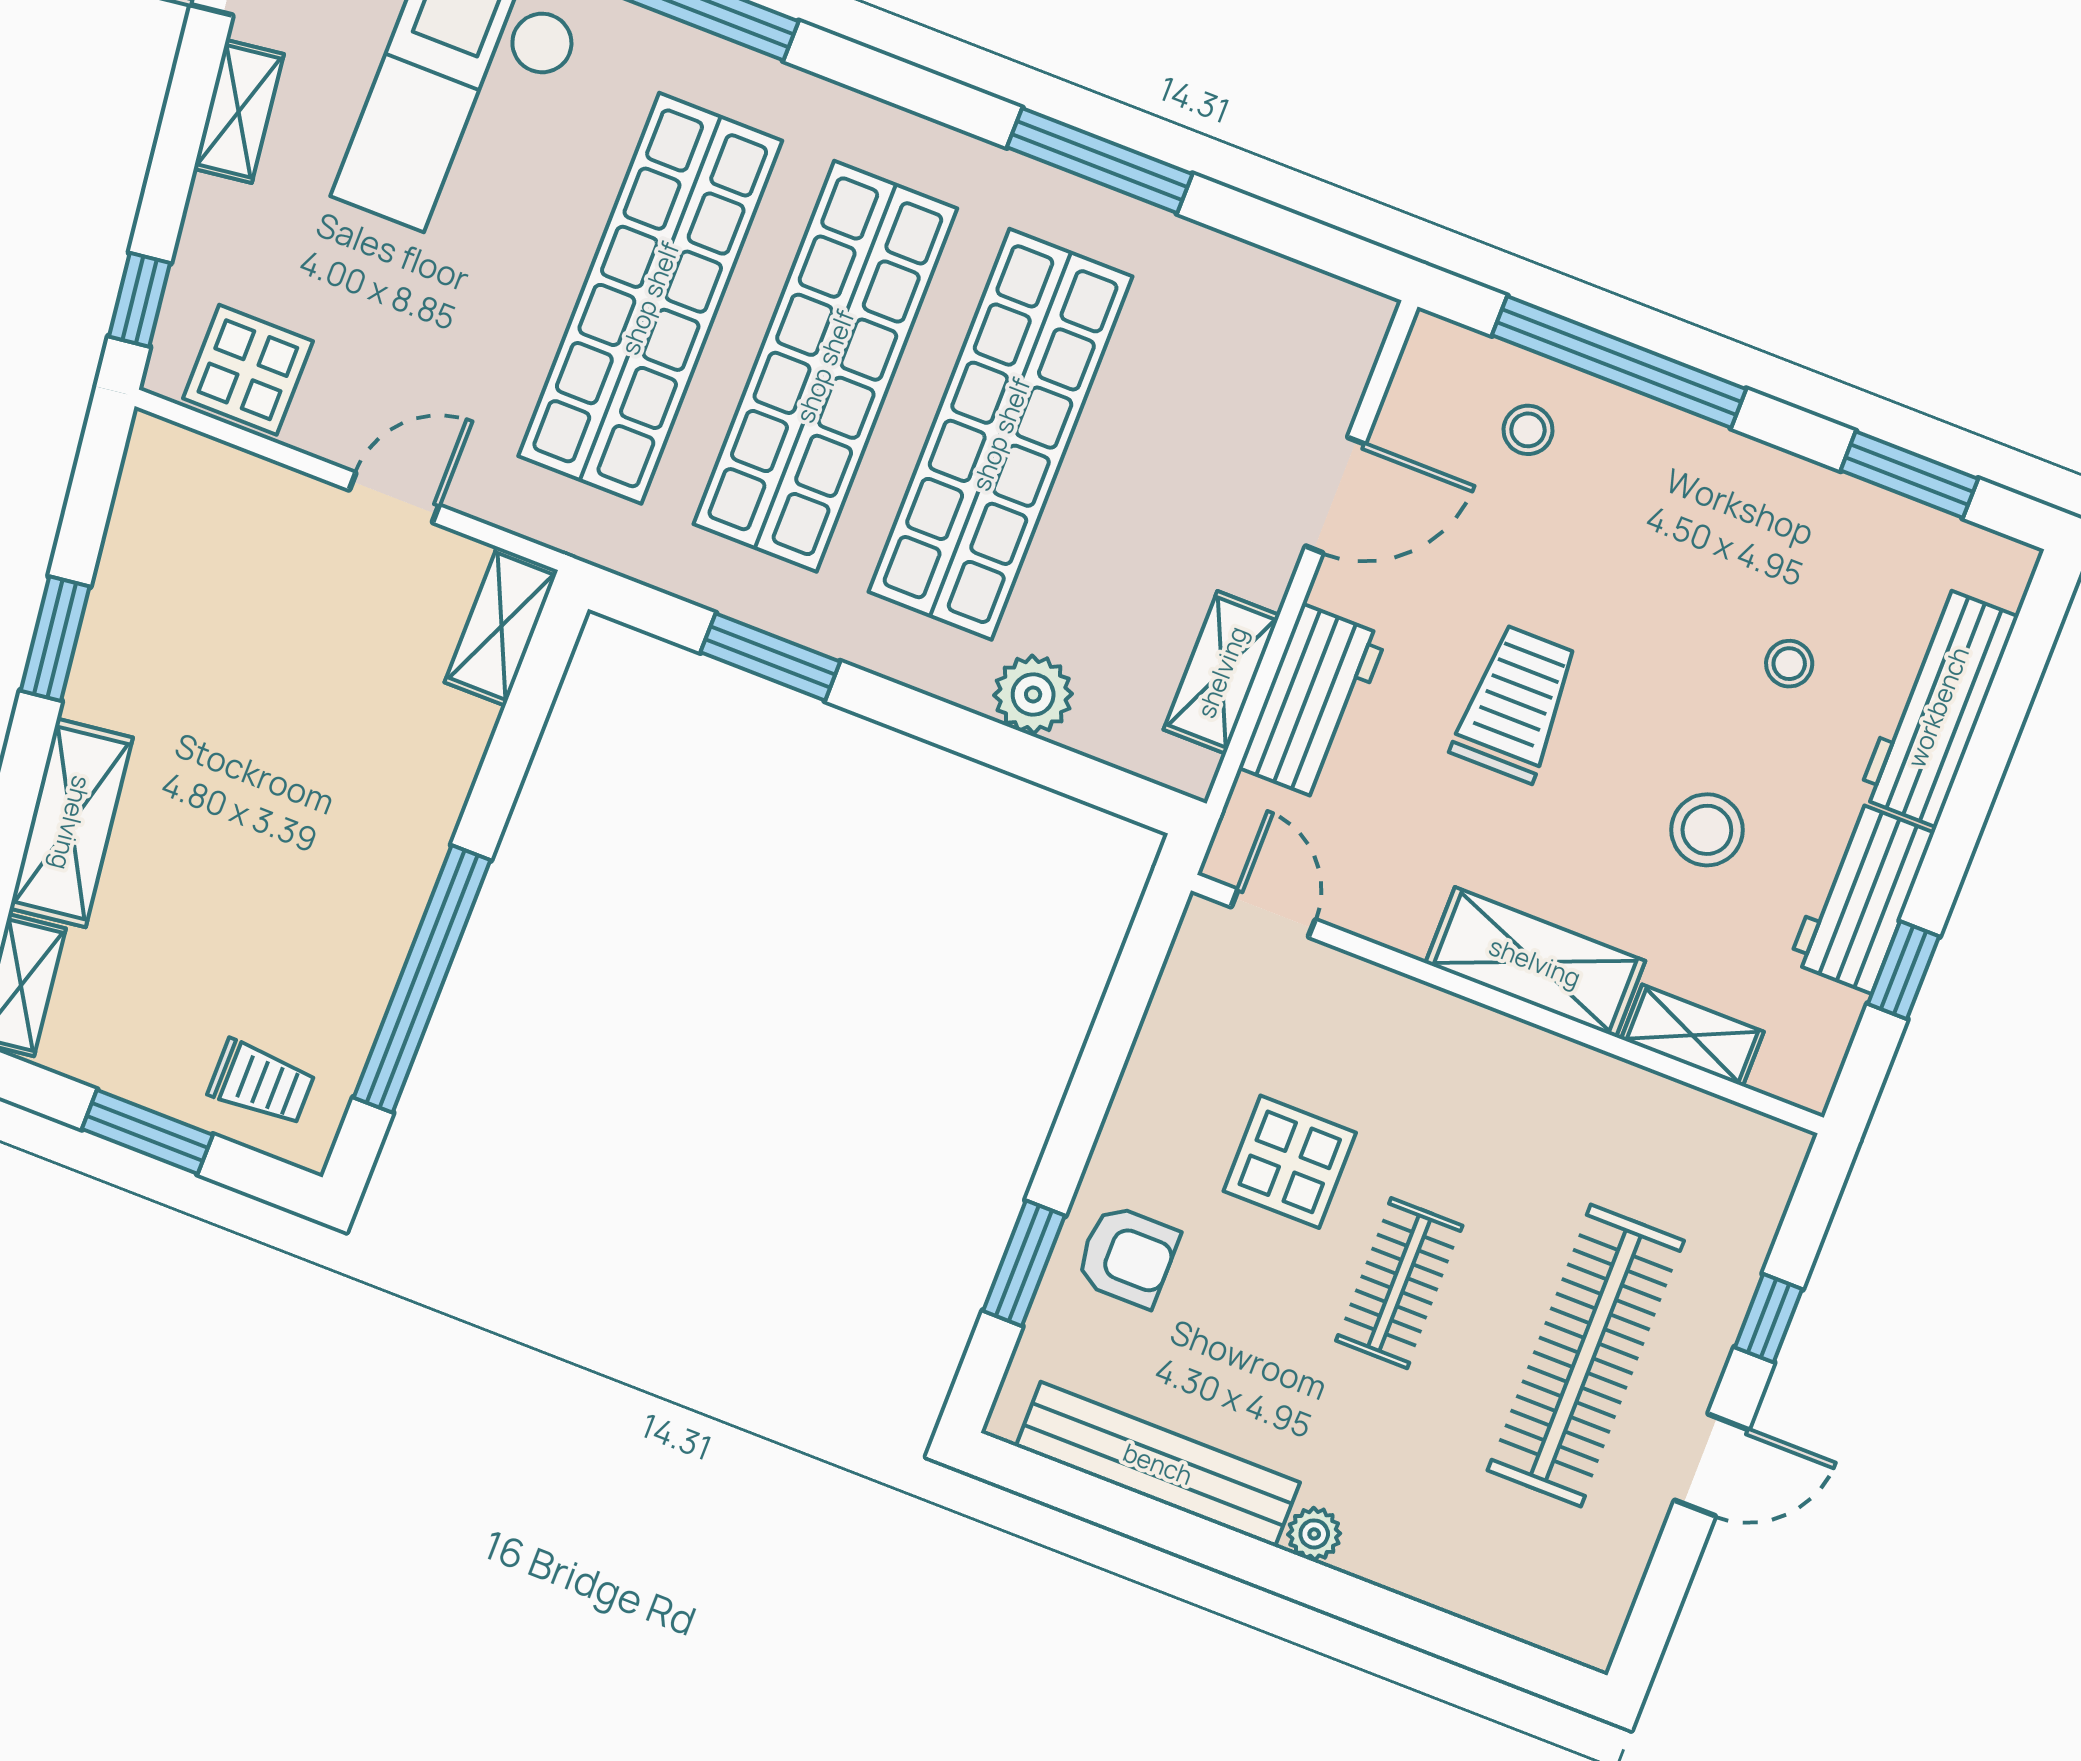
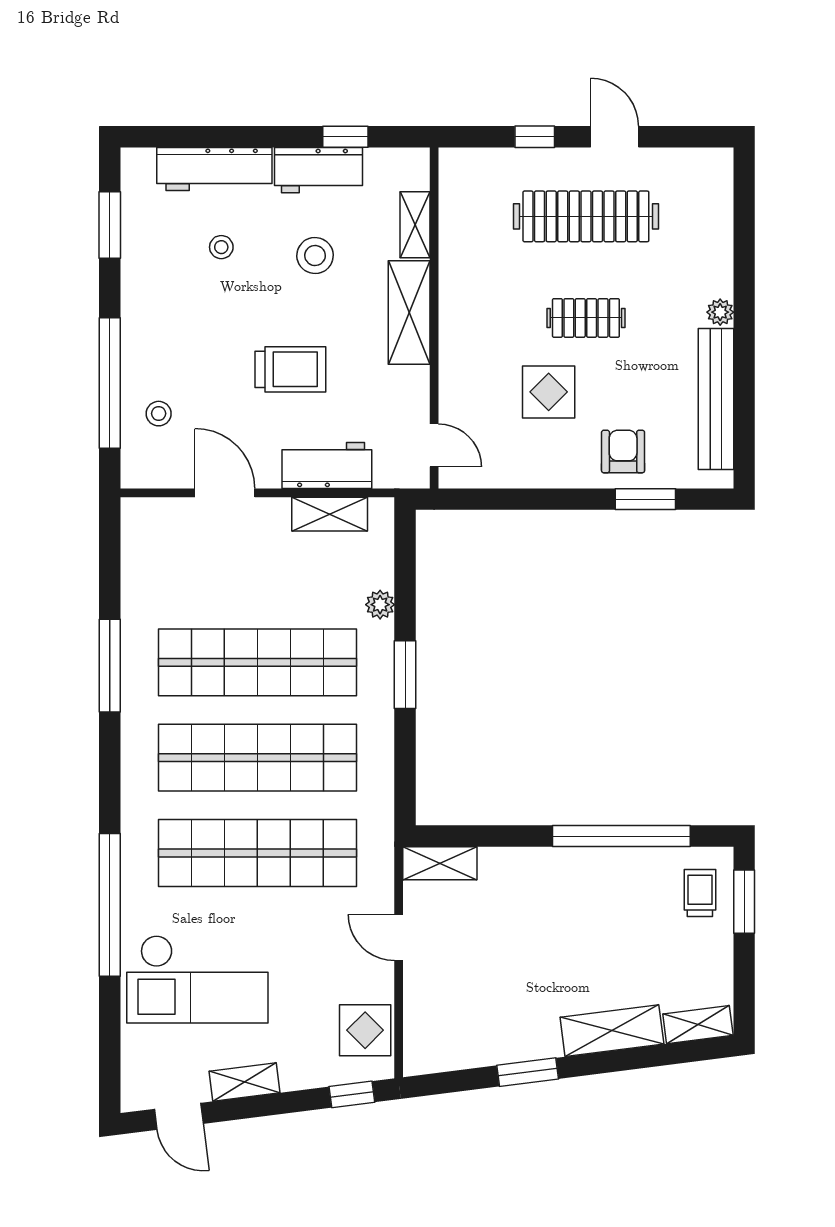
window: (770, 657) -> (405, 675), moved
plant: (1033, 694) -> (380, 605), width x0.73, depth x0.73
trolley: (1515, 704) -> (290, 369), turned 180
door: (1273, 913) -> (434, 445), swing flipped
window: (147, 1132) -> (744, 902), moved

